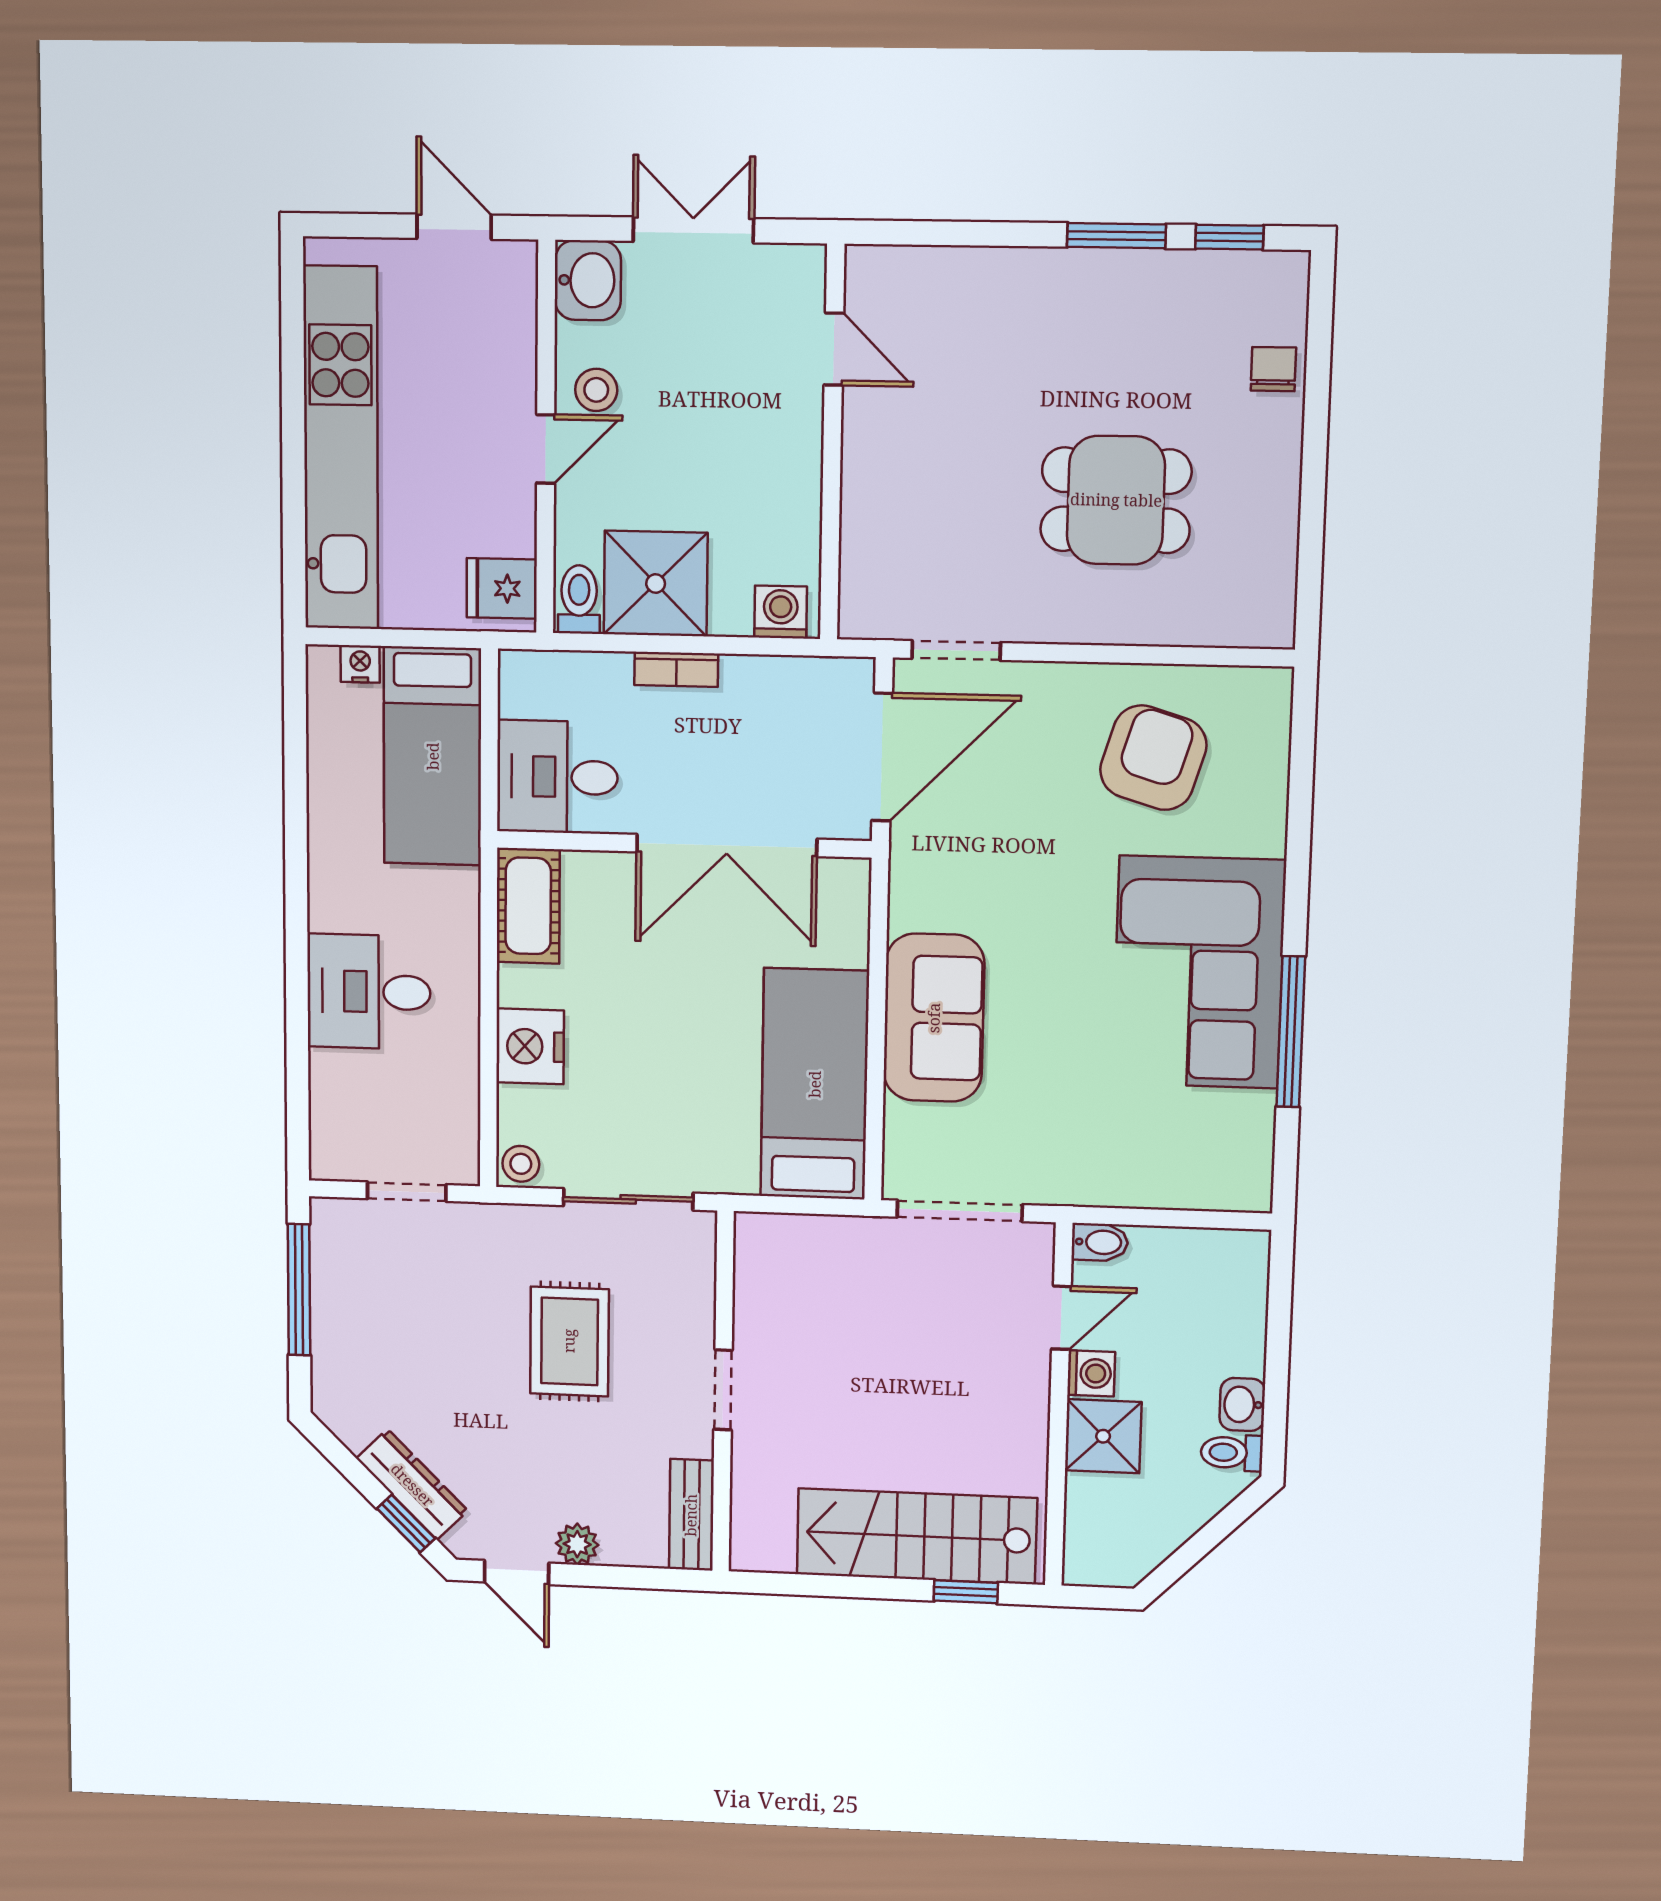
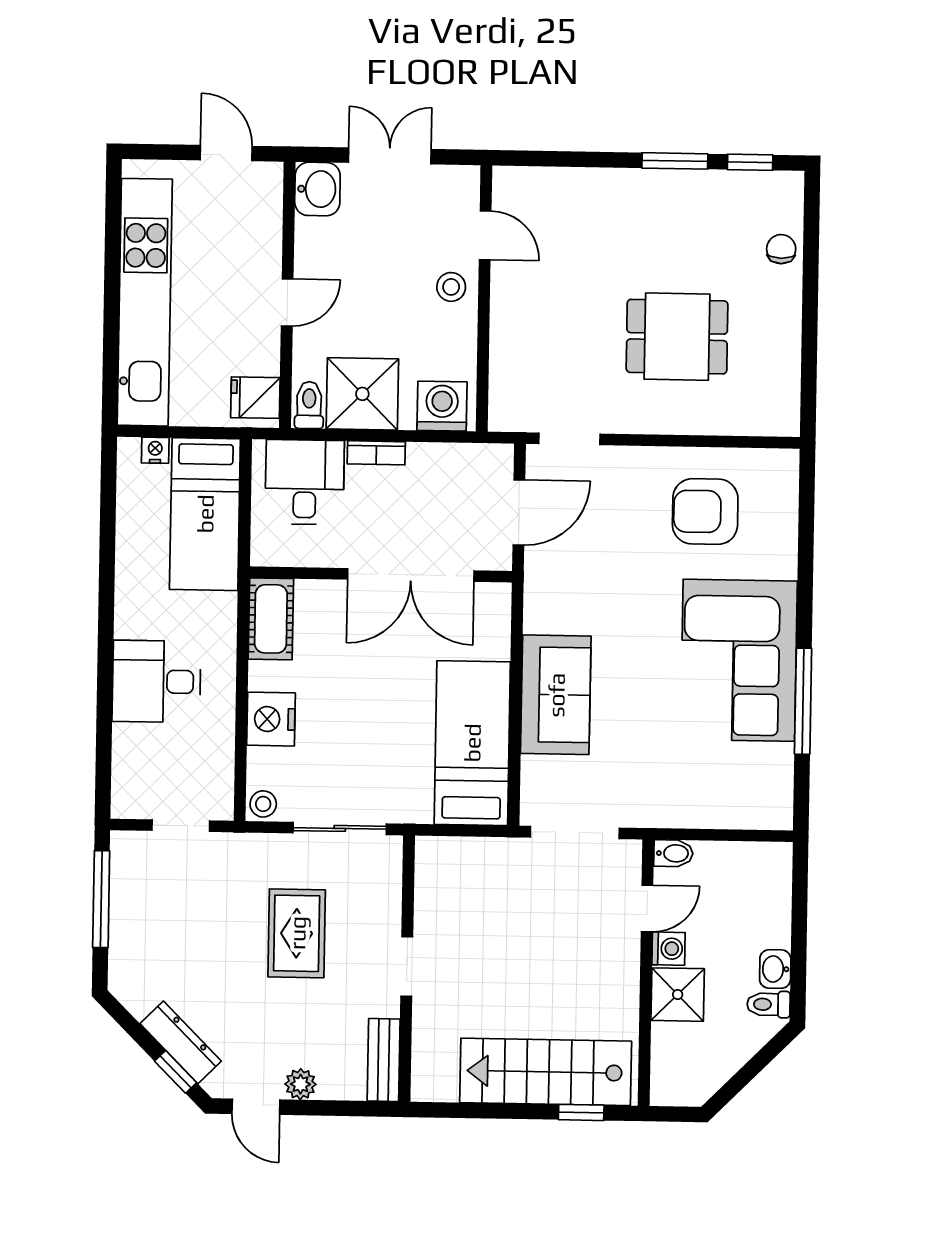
stool: (596, 390) -> (451, 287), moved
washing machine: (781, 612) -> (442, 406), width x1.38, depth x1.38
door: (882, 757) -> (519, 513), width x0.73
armchair: (1153, 758) -> (705, 512), turned -107
desk: (557, 777) -> (305, 482), moved, turned 90

